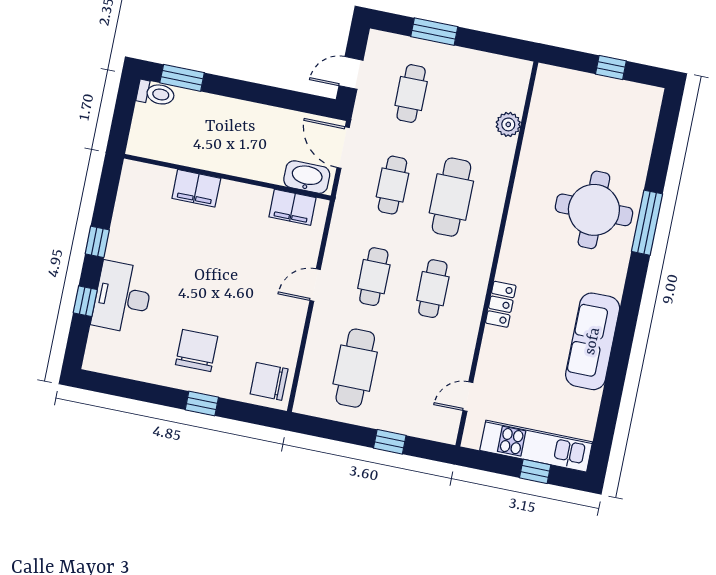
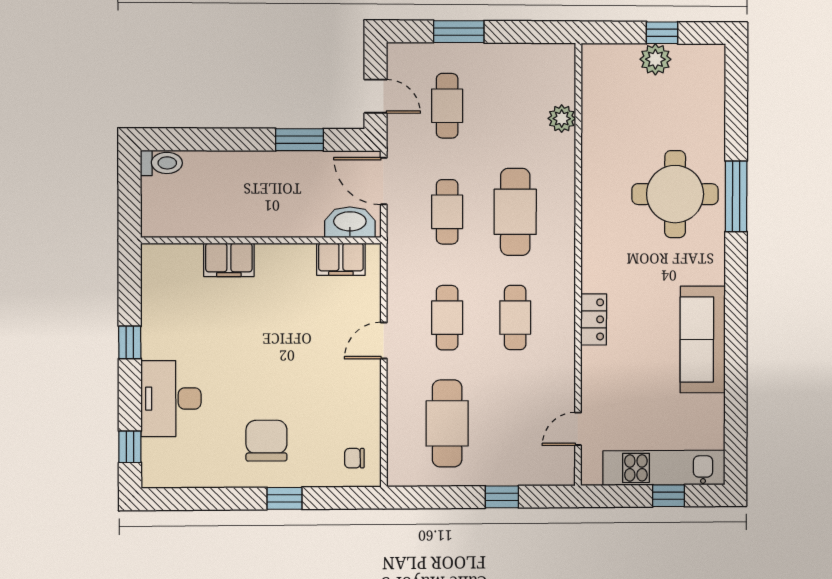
door: (351, 73) -> (376, 96), swing flipped
window: (182, 78) -> (300, 140), moved
plant: (600, 89) -> (655, 59), added
window: (85, 301) -> (130, 447), moved
chair: (269, 381) -> (354, 458), width x0.54, depth x0.54

